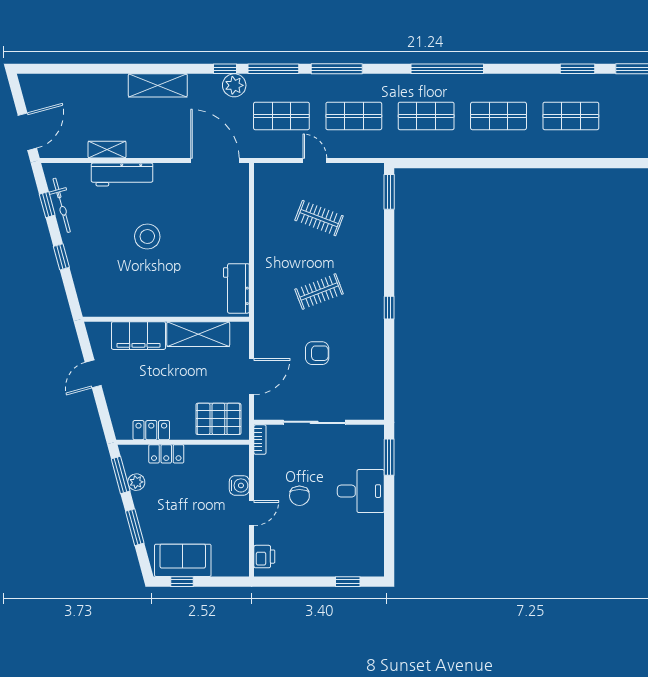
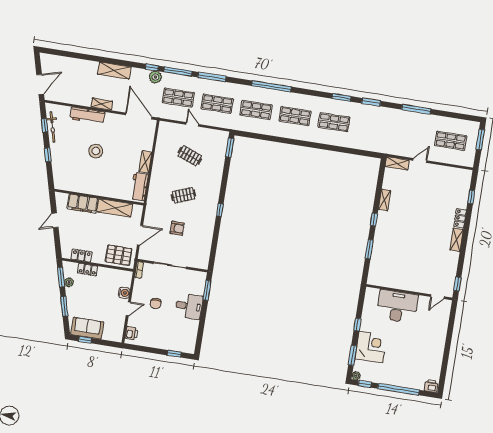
shelving: (107, 150) -> (102, 104), moved
shelving: (240, 242) -> (145, 162), added

